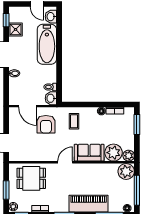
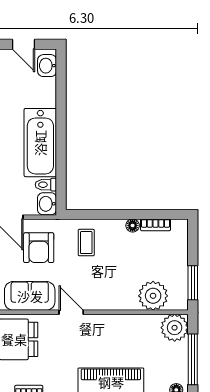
bathtub: (47, 44) -> (40, 143), moved
window: (137, 124) -> (193, 283), moved
sofa: (89, 153) -> (30, 296), moved
plant: (129, 156) -> (179, 301), removed
door: (65, 162) -> (71, 312), hinge flipped

